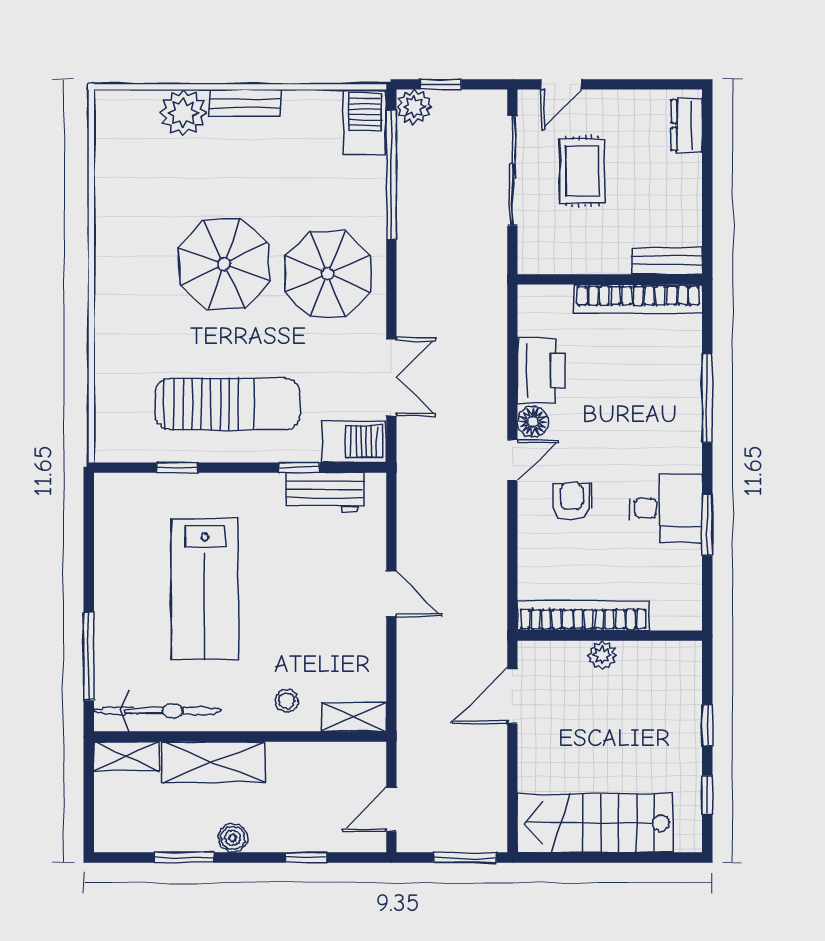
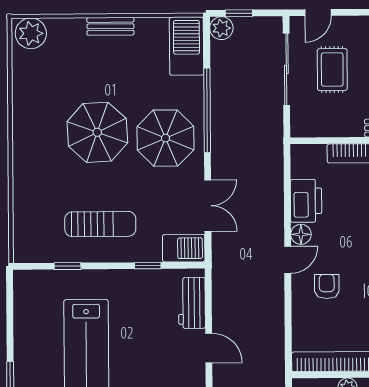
plant: (183, 113) -> (31, 33), moved
barbecue: (365, 122) -> (187, 46), width x1.37, depth x1.21
window: (391, 175) -> (207, 110), moved
sun lounger: (227, 404) -> (100, 224), width x0.73, depth x0.75
workbench: (325, 493) -> (192, 303), moved, turned 90

